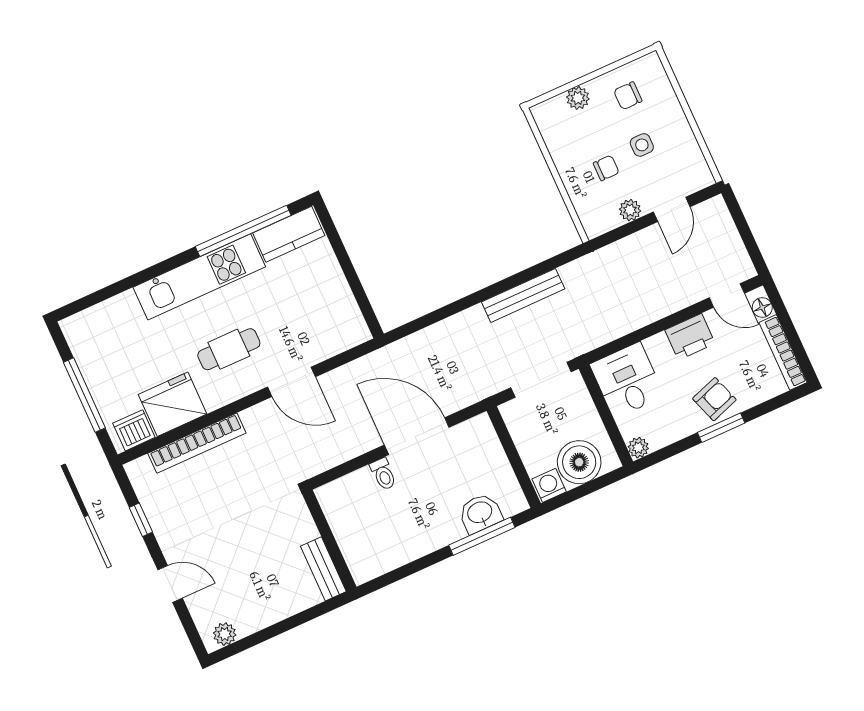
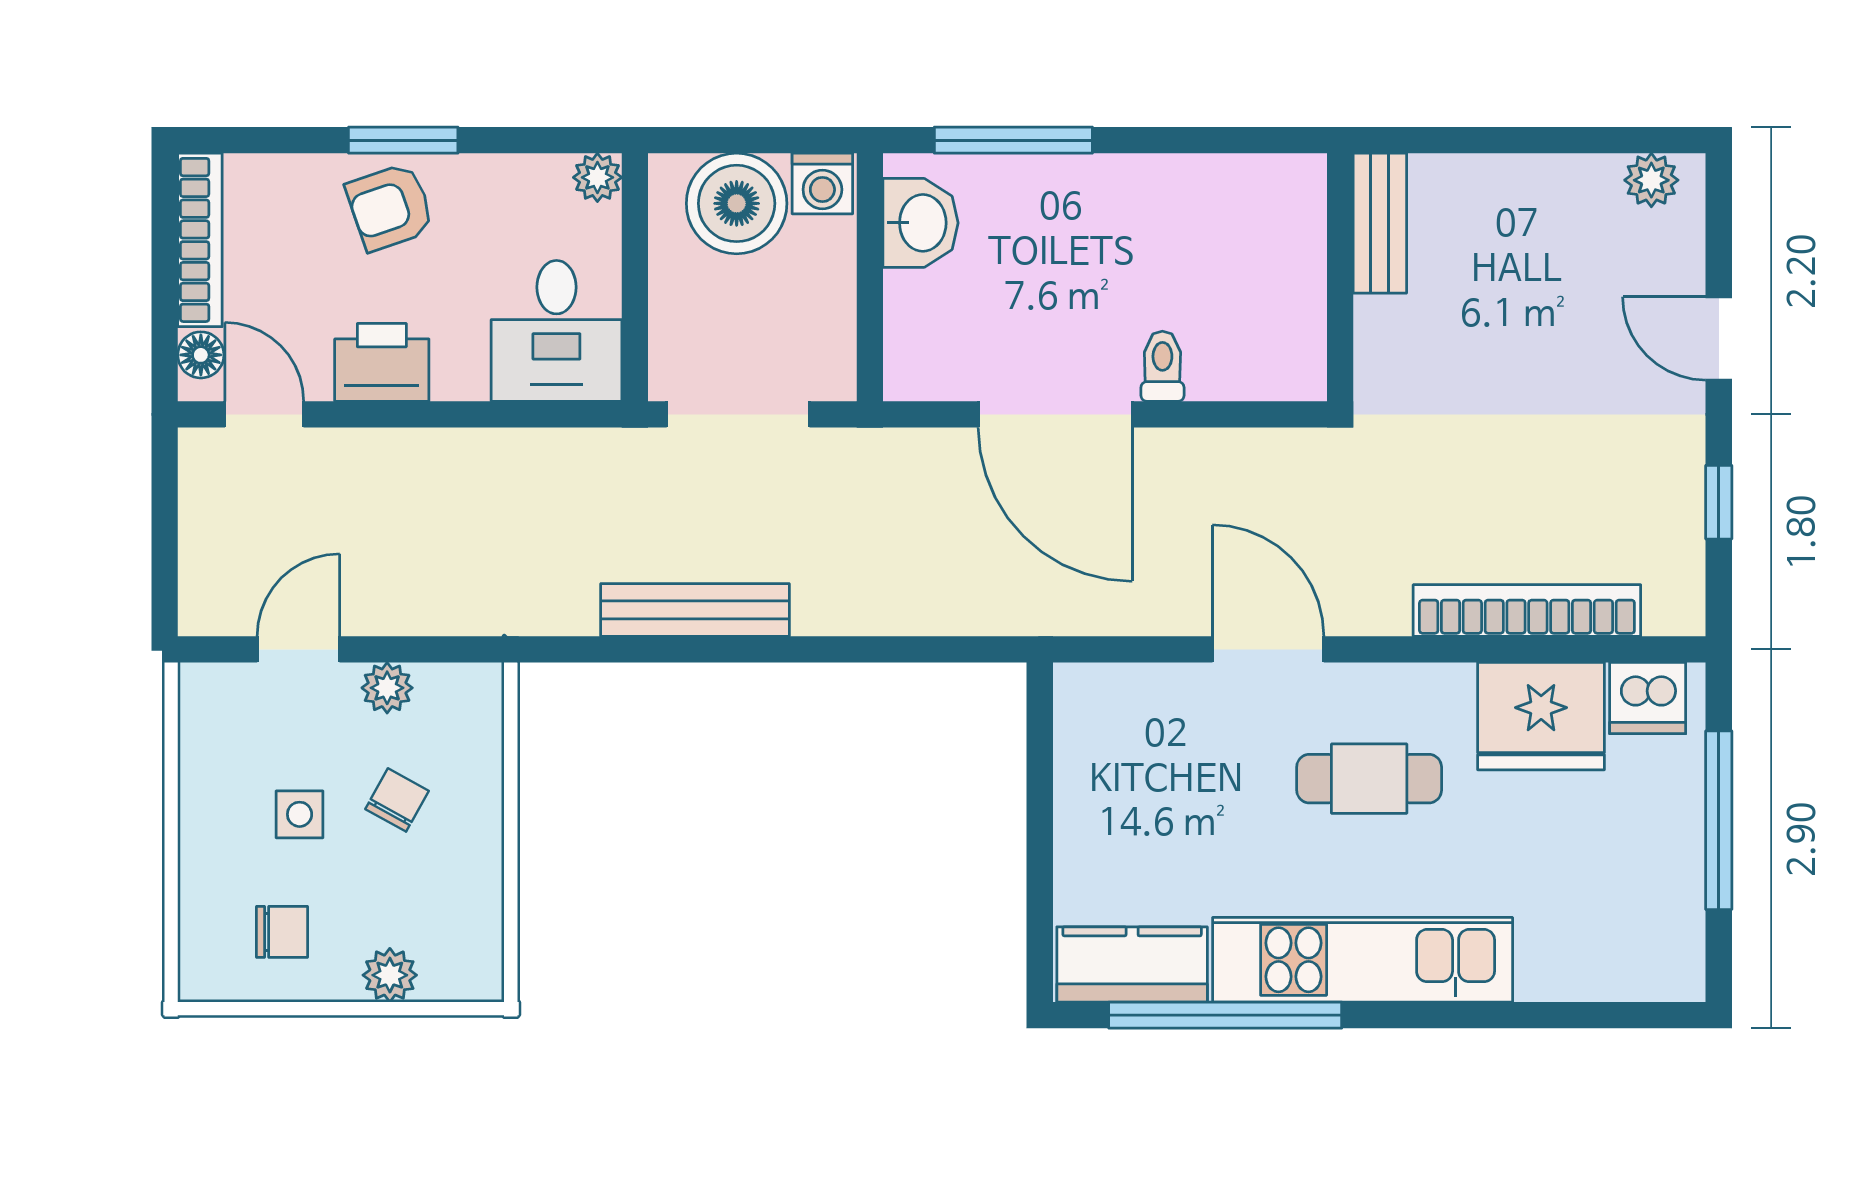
chair: (606, 168) -> (397, 800), turned 119
washbasin: (480, 513) -> (921, 223), moved, turned -90

